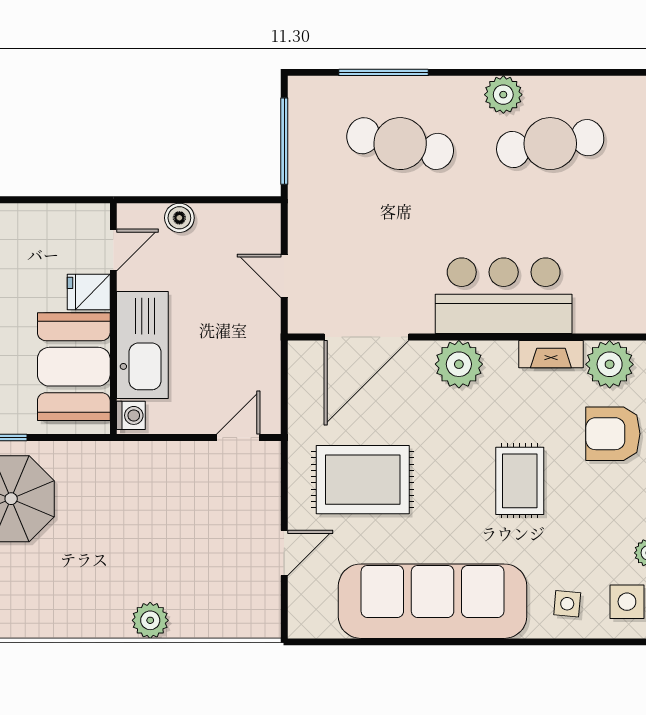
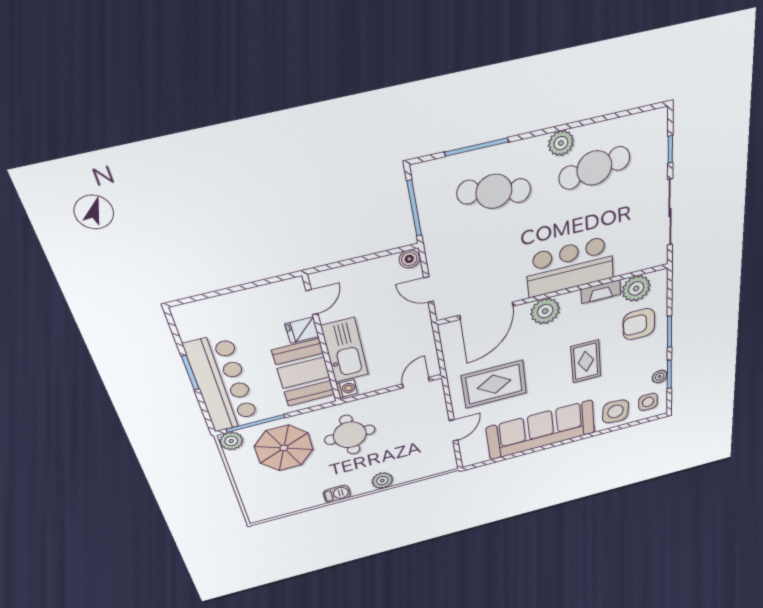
boiler: (179, 218) -> (409, 259), moved
round table: (117, 506) -> (350, 435), added
side table: (567, 604) -> (615, 411), width x1.87, depth x1.87
barbecue: (71, 623) -> (337, 494), added

